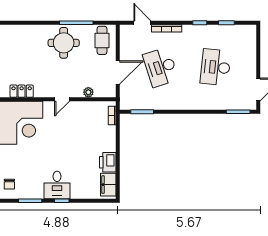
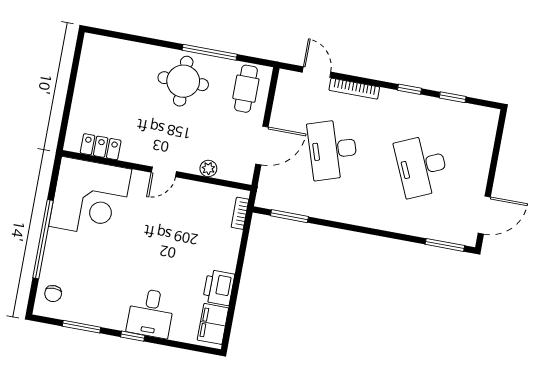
desk: (216, 67) -> (422, 166), turned -30
desk: (57, 185) -> (151, 313), moved

